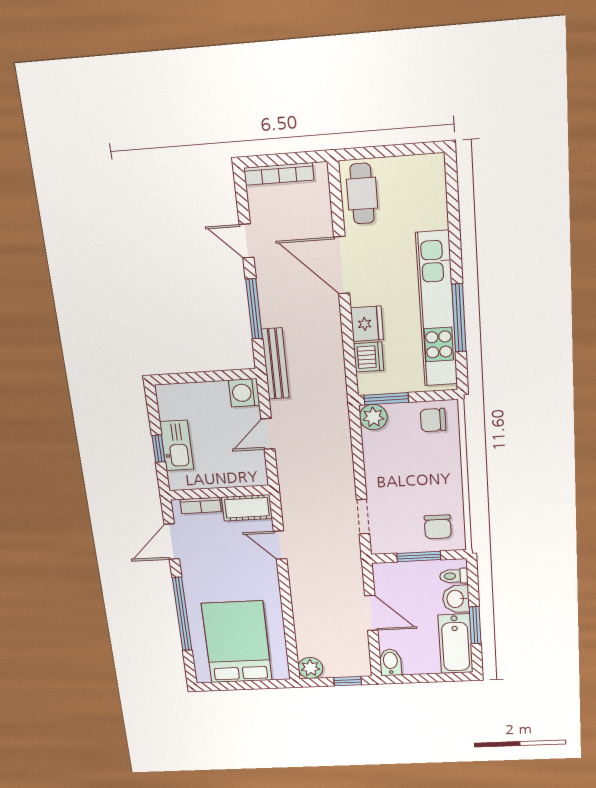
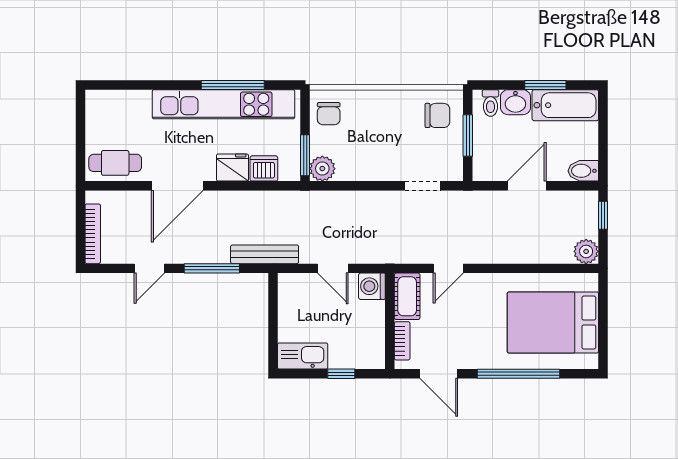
washing machine: (244, 393) -> (372, 286), moved, turned 90
kitchen sink: (177, 445) -> (303, 356), moved

